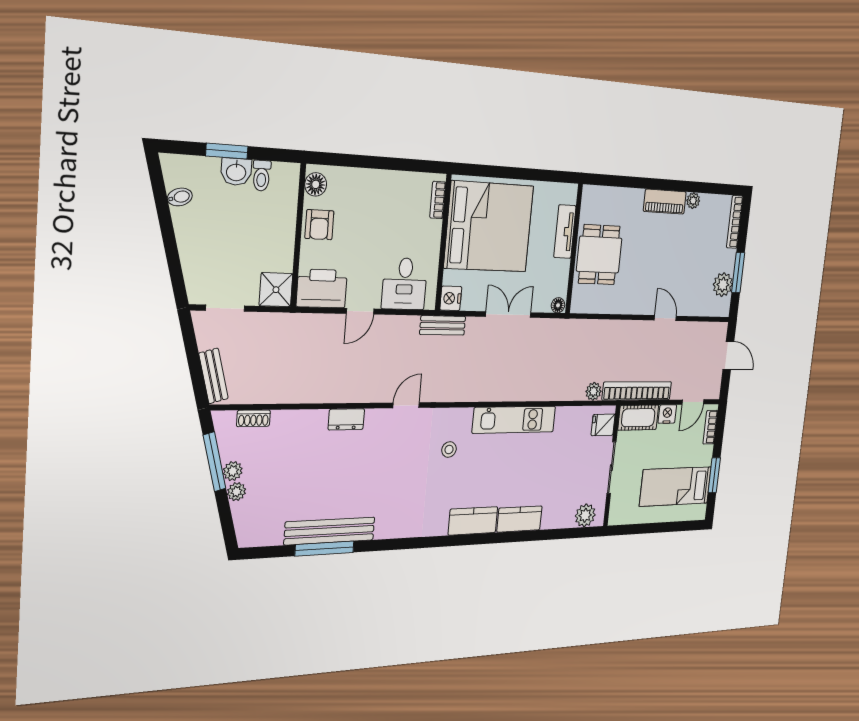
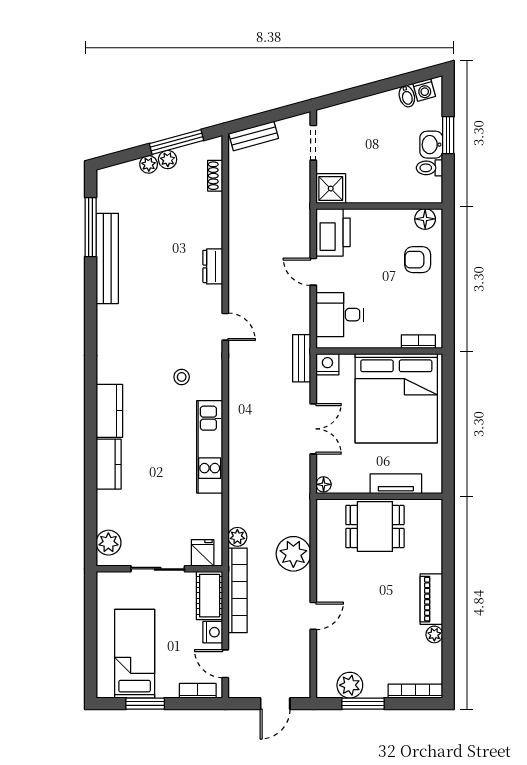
washing machine: (174, 176) -> (424, 90), added
armchair: (319, 225) -> (418, 260), moved
plant: (613, 337) -> (293, 554), added
window: (325, 549) -> (91, 227), moved

